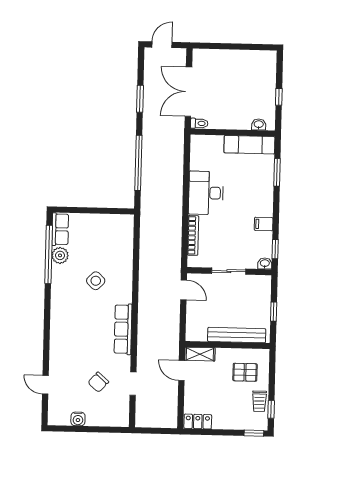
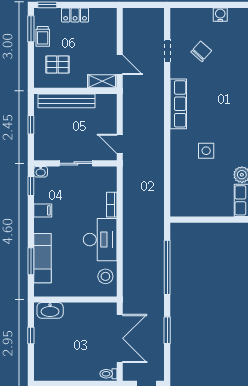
toilet: (199, 123) -> (108, 374), moved
washbasin: (259, 124) -> (50, 310), width x1.91, depth x1.45
exam couch: (249, 145) -> (43, 258), moved, turned 90
stool: (201, 155) -> (105, 276), added
bookcase: (193, 235) -> (112, 205), width x0.64
side table: (96, 281) -> (206, 151), turned 45
trolley: (259, 401) -> (43, 36), turned 180
window: (271, 409) -> (31, 29), width x1.50
locker: (198, 422) -> (75, 15), moved

